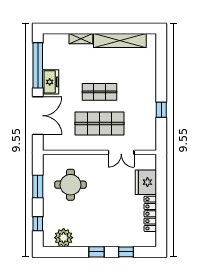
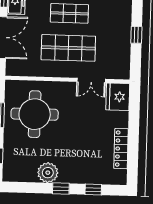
fridge: (146, 182) -> (118, 97), moved
round table: (71, 185) -> (35, 114), width x1.36, depth x1.36
plant: (64, 238) -> (48, 173), moved

